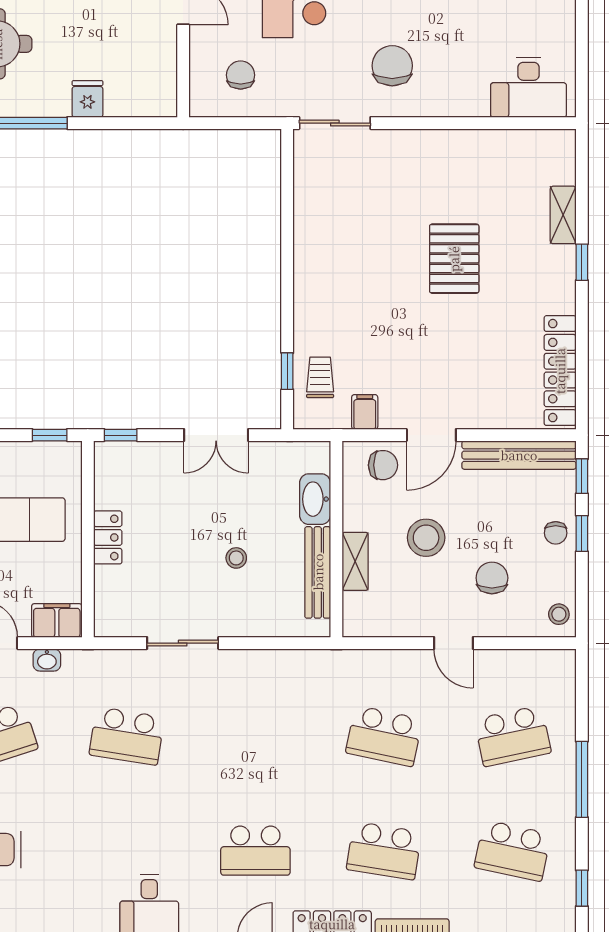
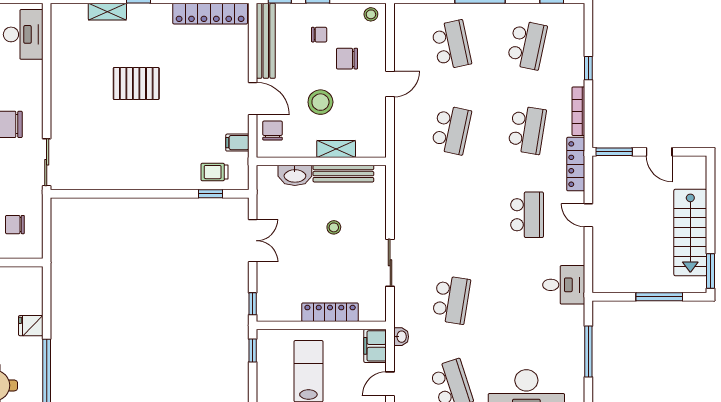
chair: (556, 533) -> (319, 35), moved
locker: (108, 537) -> (330, 312), width x1.53
washbasin: (47, 660) -> (401, 337), moved

